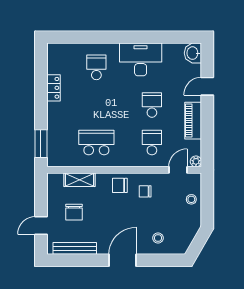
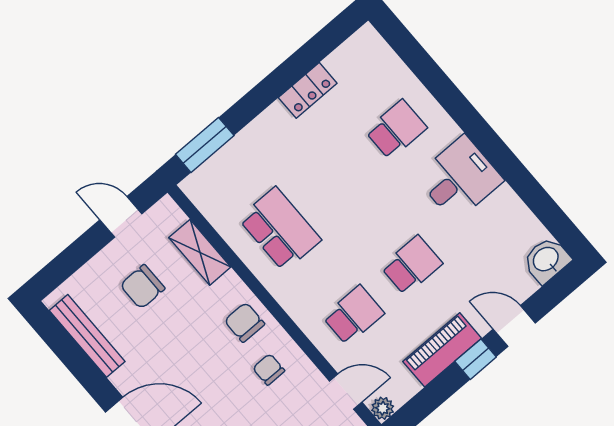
desk: (141, 59) -> (459, 179), width x0.73
window: (207, 111) -> (476, 359), added
door: (41, 226) -> (121, 217), moved

